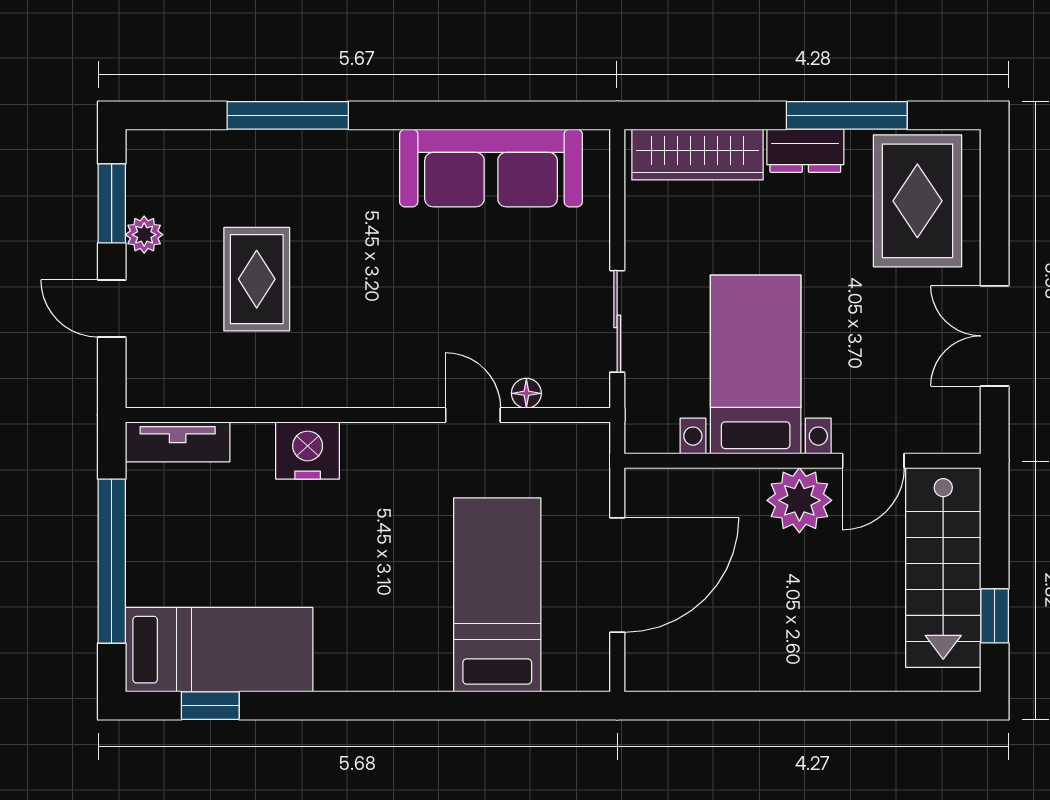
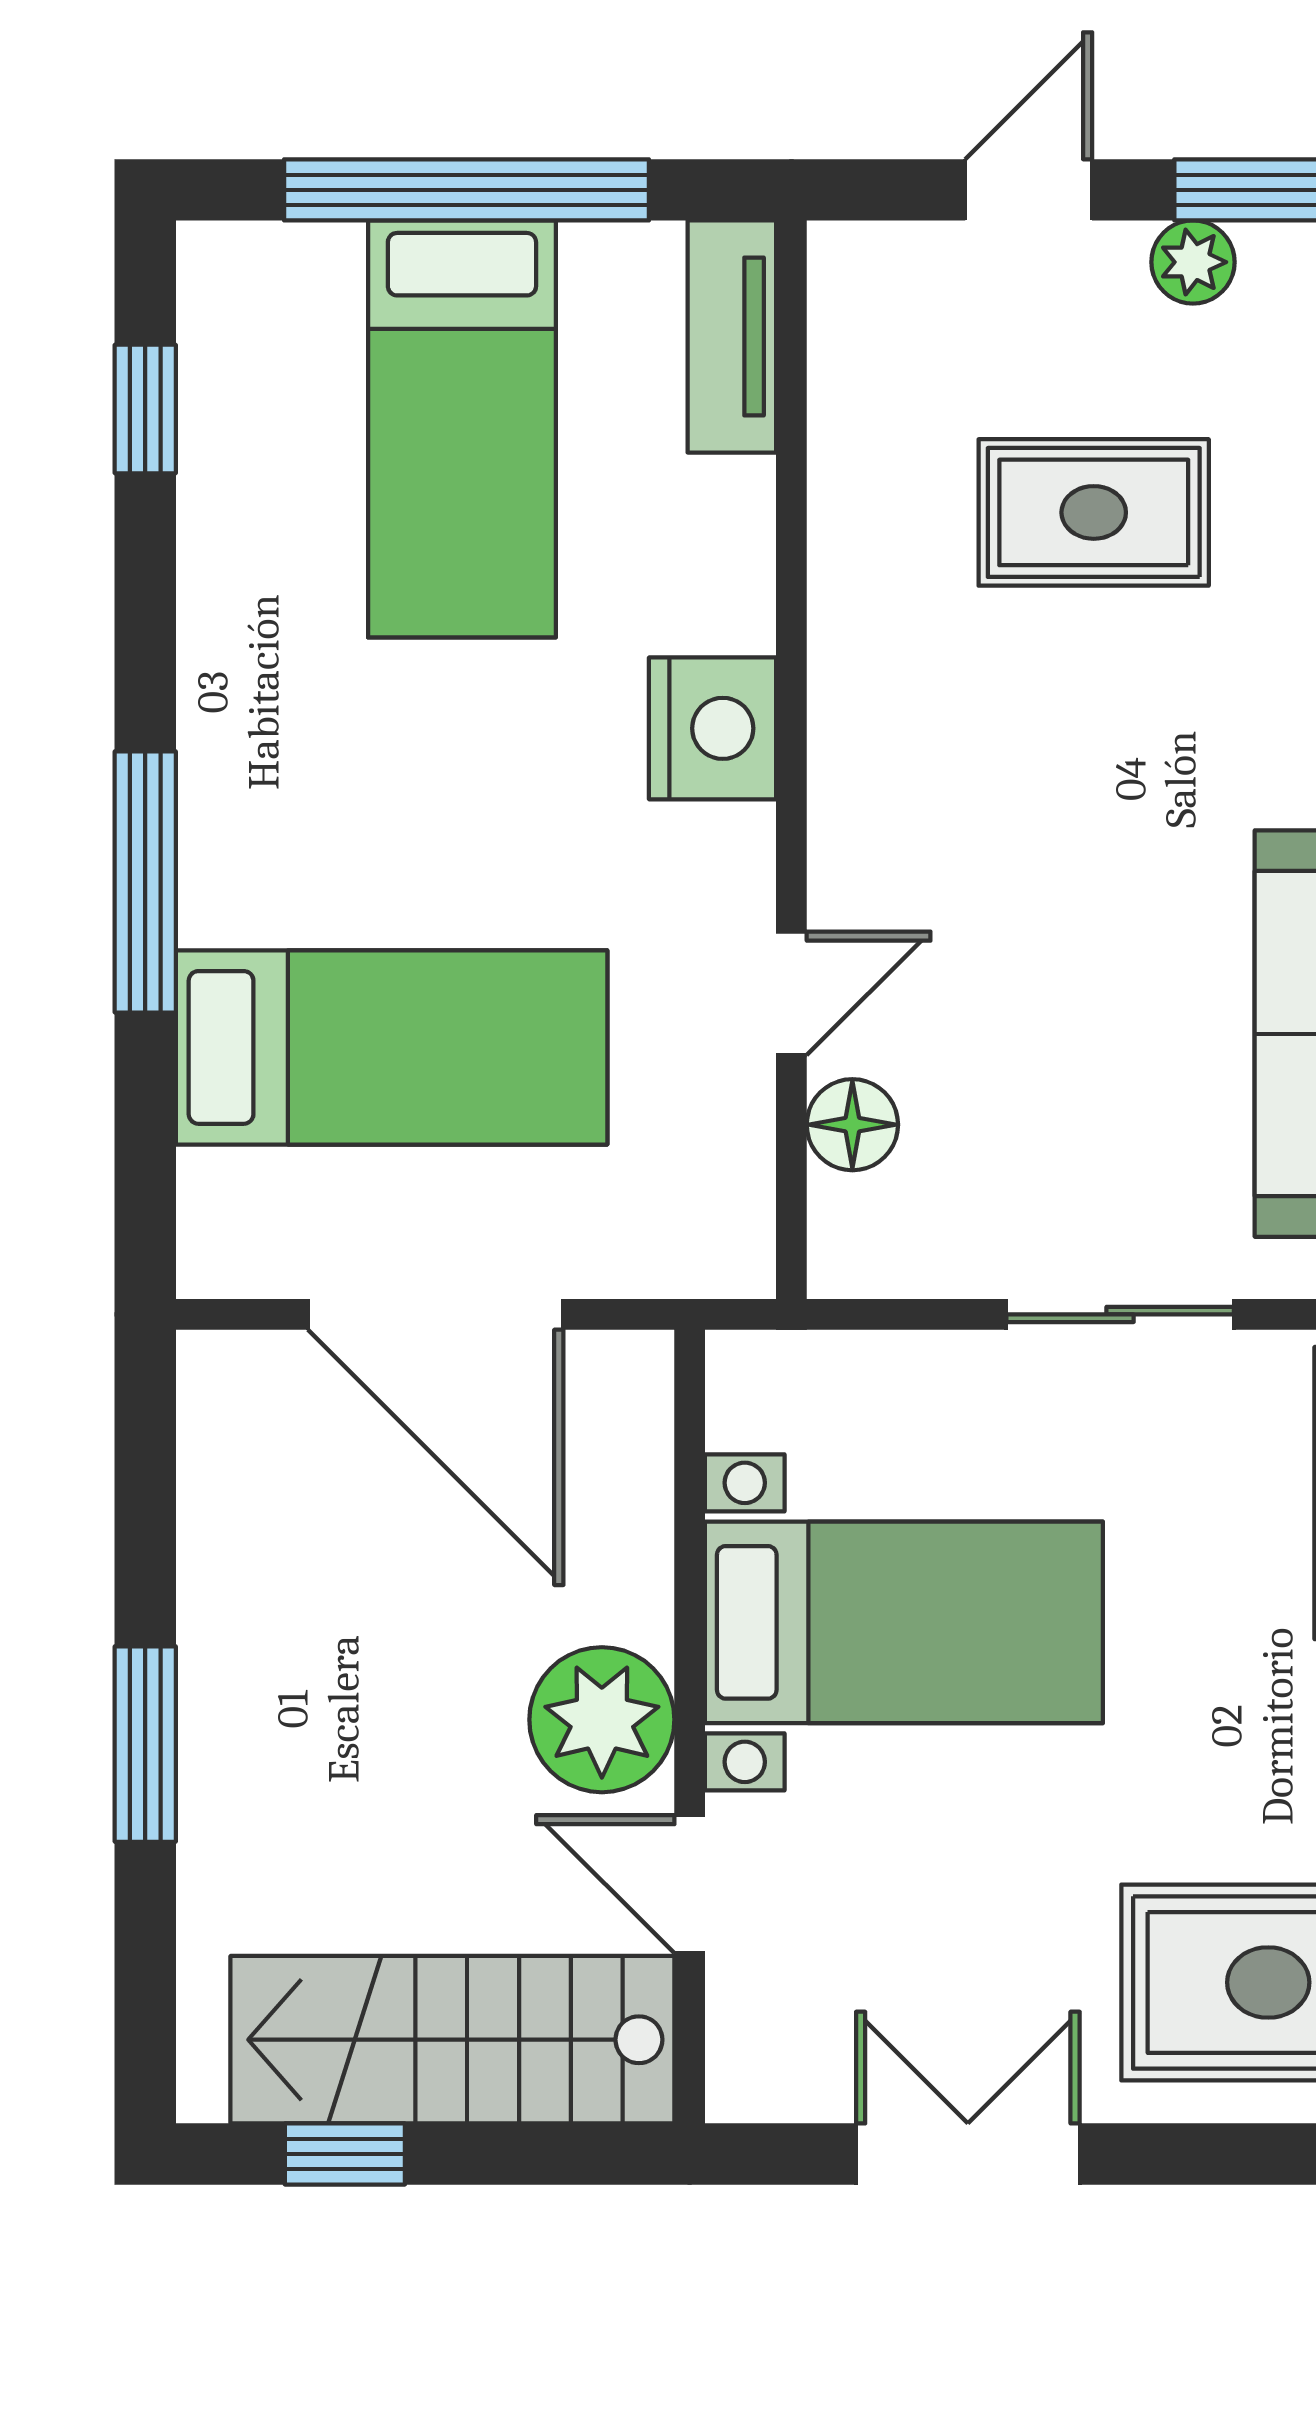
sliding door: (617, 321) -> (1120, 1314), moved
floor lamp: (526, 393) -> (852, 1125), width x1.37, depth x1.37
nightstand: (308, 451) -> (713, 728), moved
bed: (219, 650) -> (462, 429), moved
window: (423, 706) -> (145, 882), added
window: (810, 706) -> (145, 1744), added

